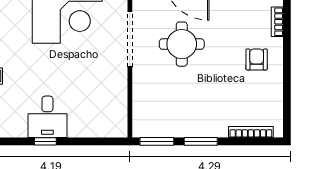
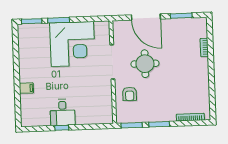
armchair: (257, 59) -> (130, 94), moved, turned 180

